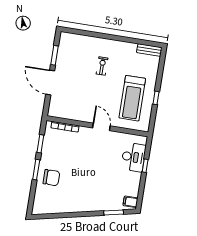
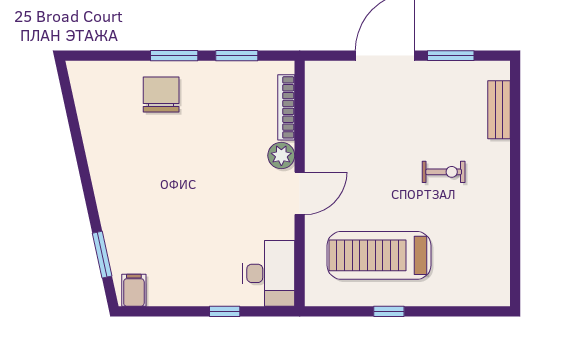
bench: (149, 50) -> (499, 110), moved
plant: (85, 132) -> (281, 156), added
desk: (133, 157) -> (269, 273), moved, turned -90
chair: (51, 178) -> (161, 94), turned 180

